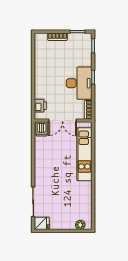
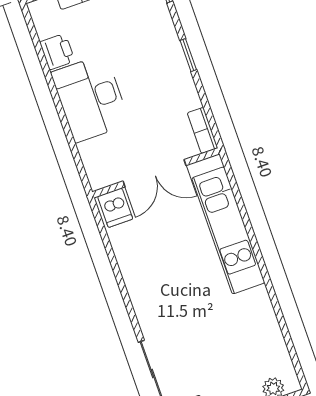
desk: (79, 83) -> (90, 98), moved, turned 180
printer: (40, 106) -> (57, 52), moved

